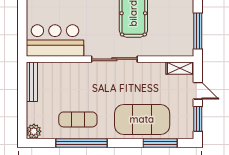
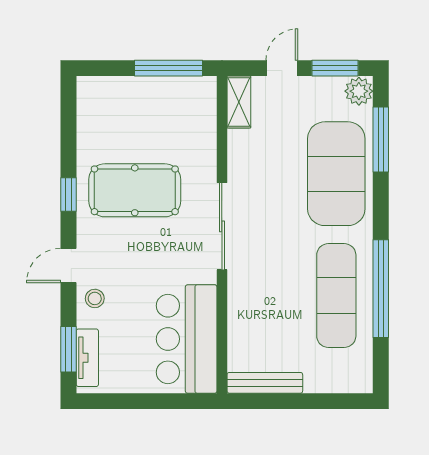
exercise mat: (78, 119) -> (336, 296), width x1.36, depth x1.45
plant: (34, 131) -> (359, 91), moved

